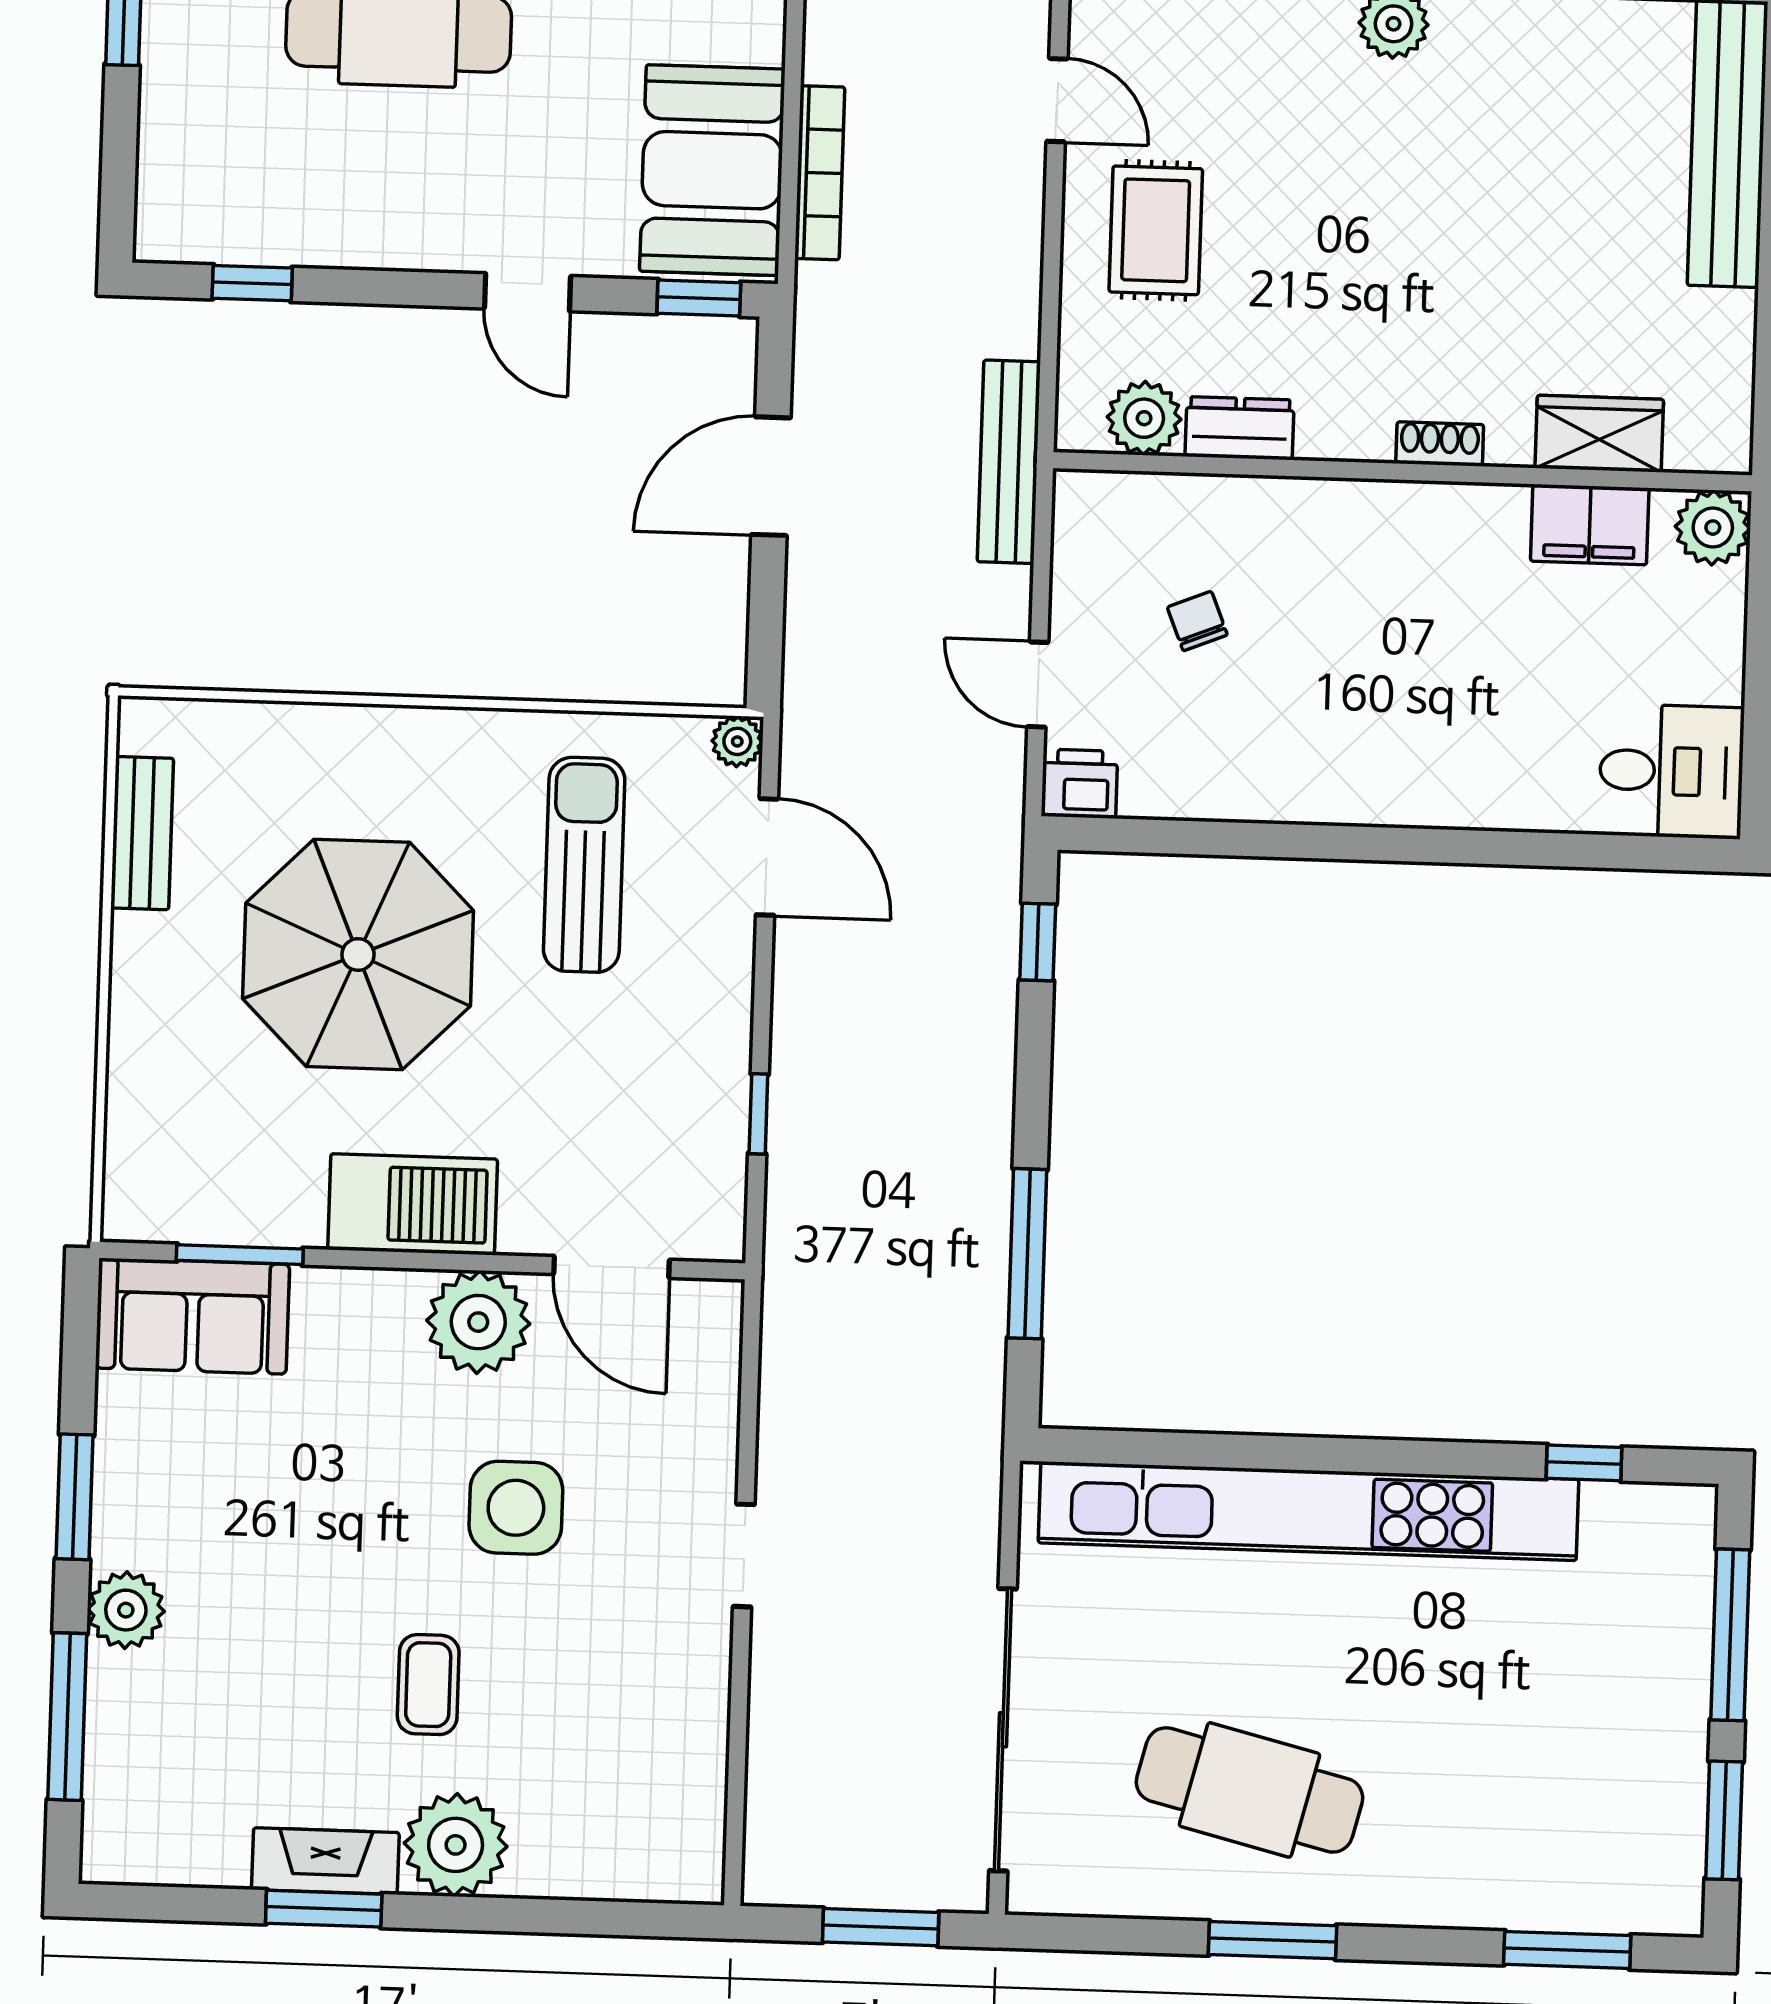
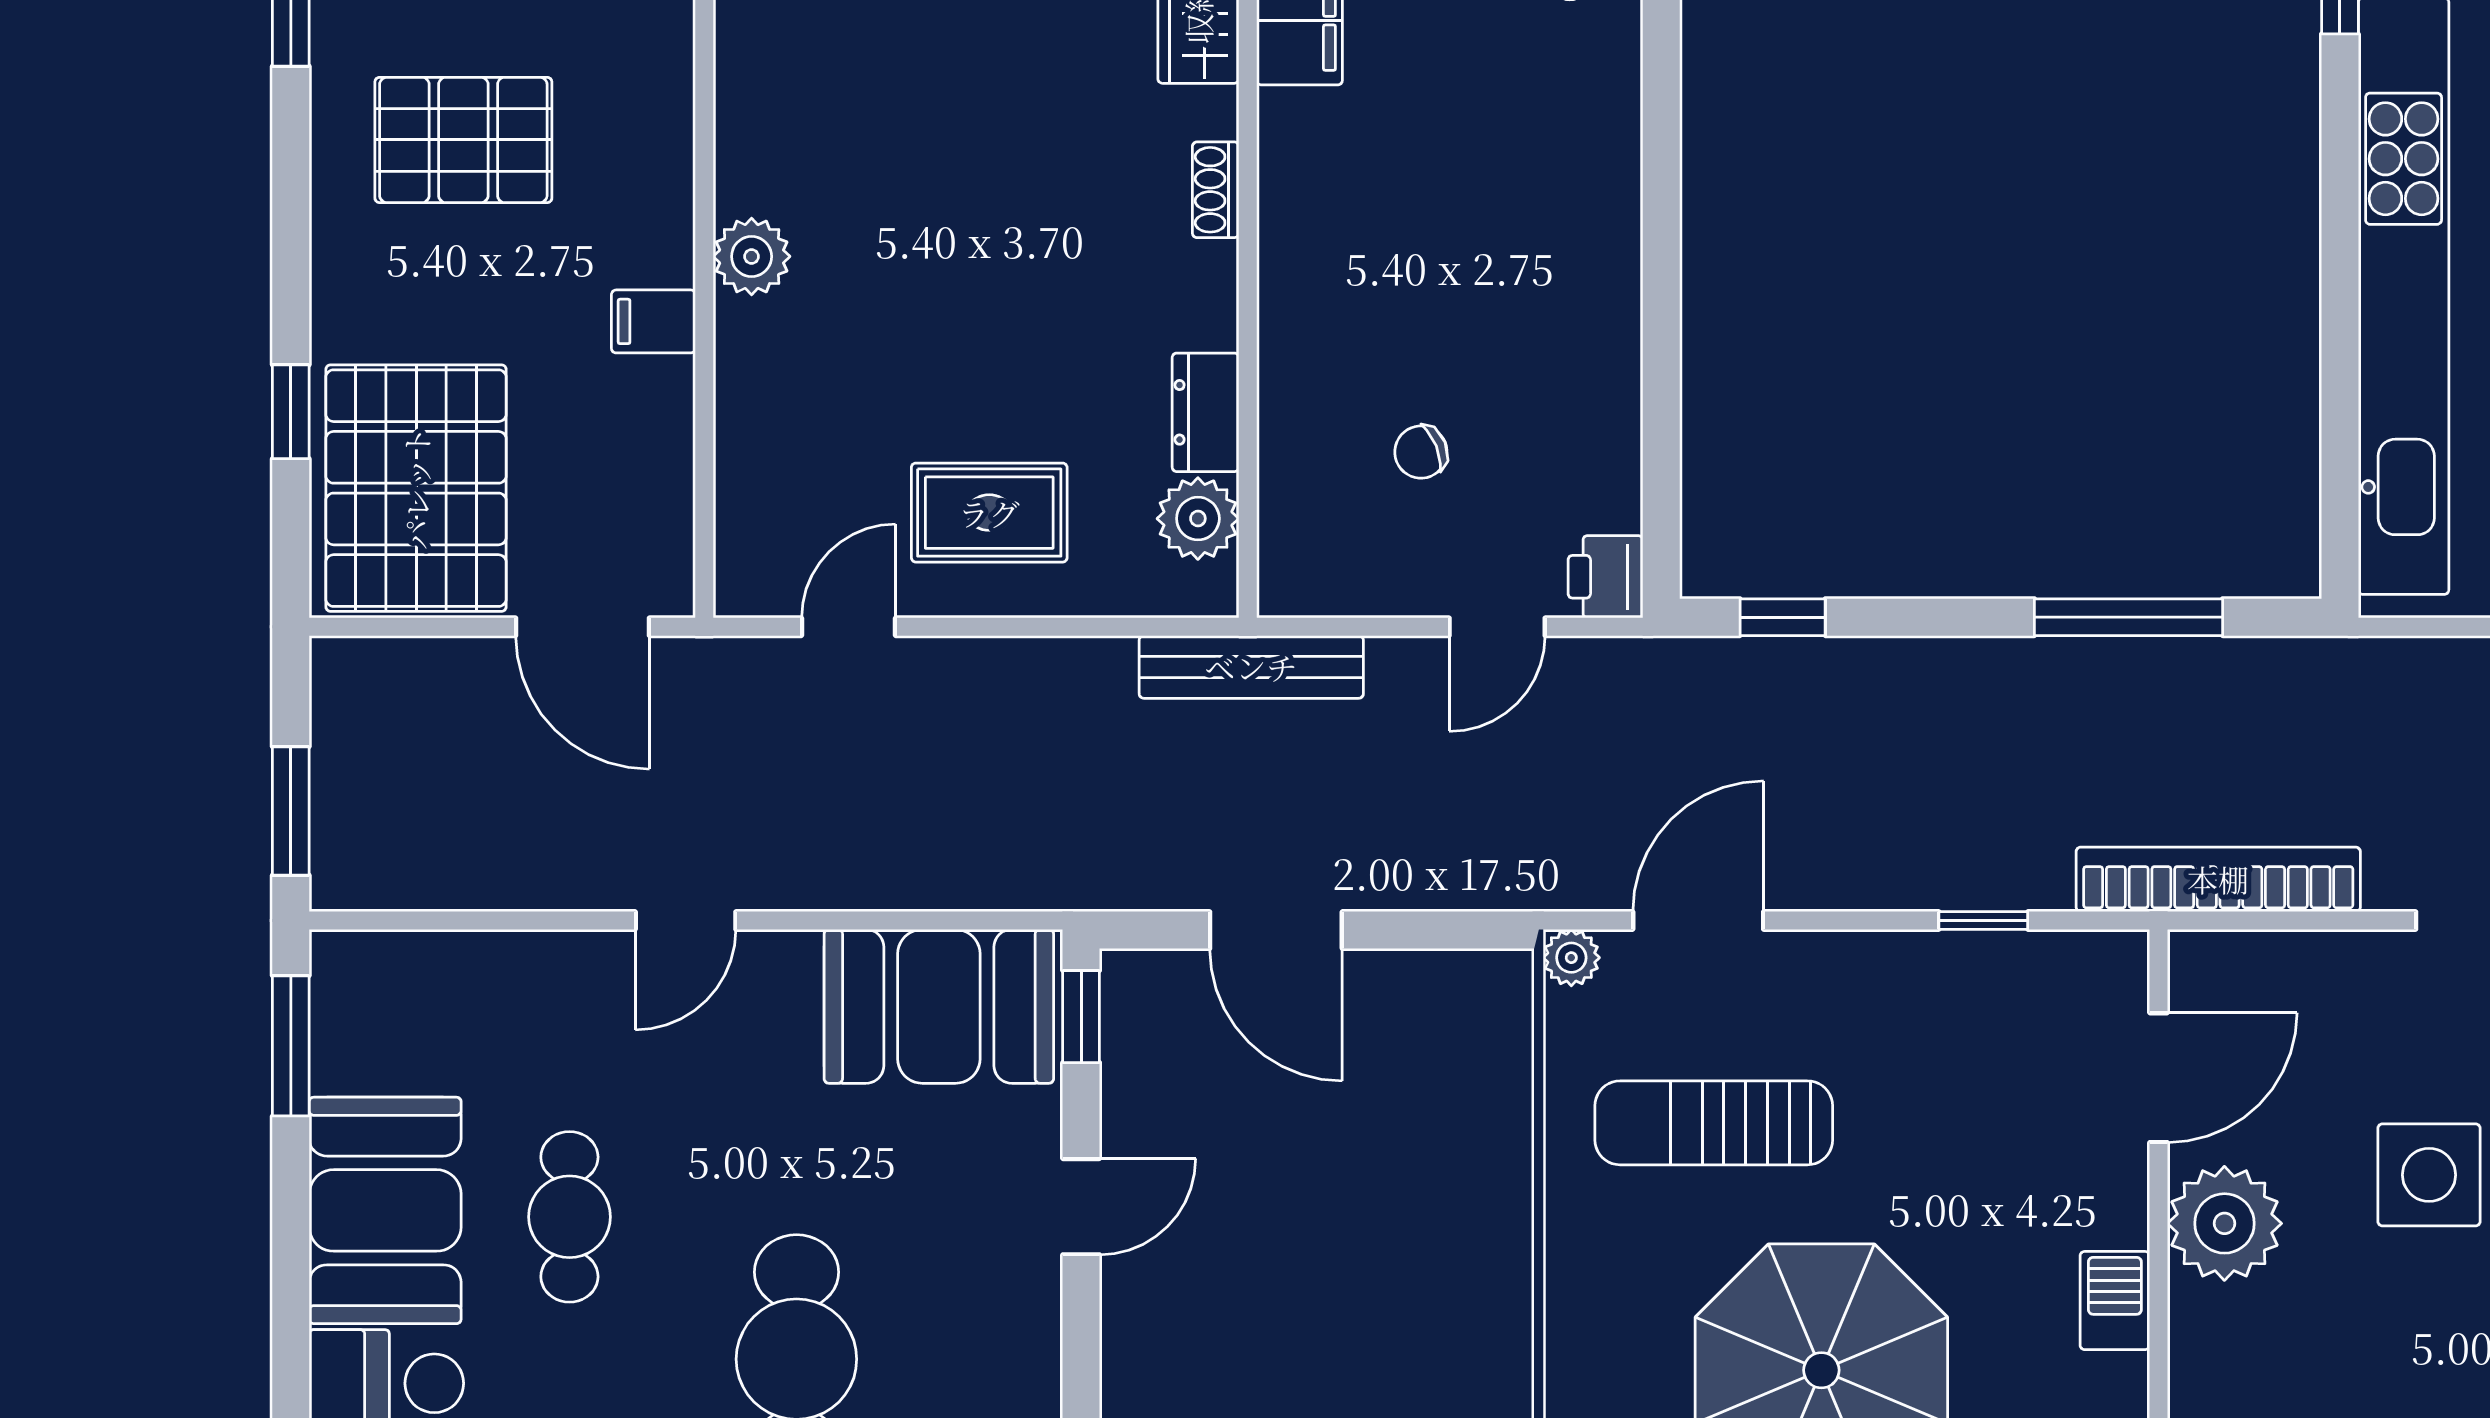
bookcase: (820, 173) -> (2218, 879), moved, width x1.48, depth x1.31
barbecue: (413, 1204) -> (2115, 1301), width x0.53, depth x0.65

